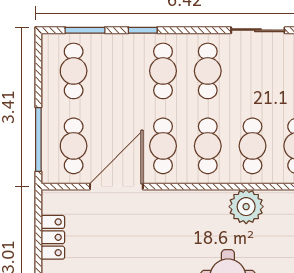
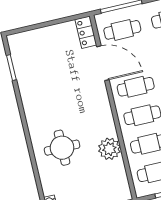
locker: (53, 237) -> (86, 32), moved, turned 90

